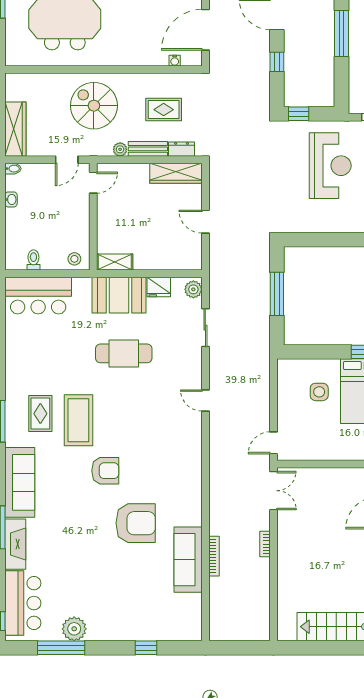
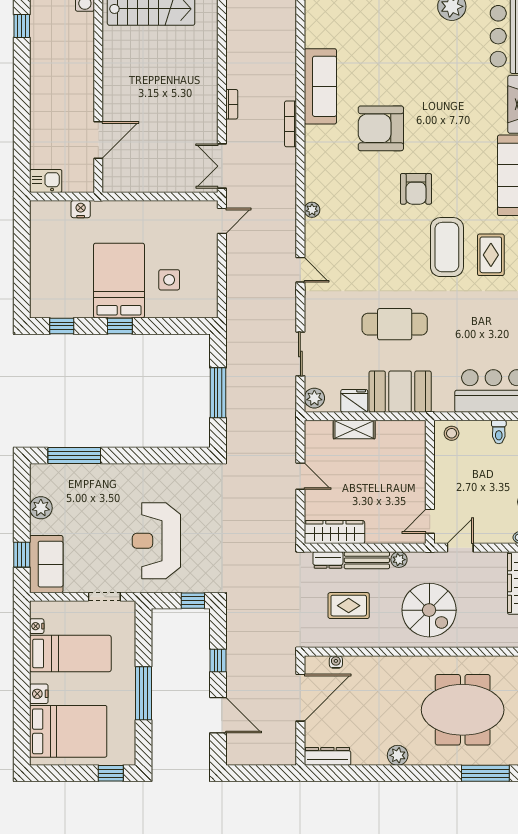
shelving: (115, 262) -> (354, 430), moved
plant: (195, 453) -> (312, 210), added
armchair: (105, 471) -> (416, 189), turned -90
bookcase: (214, 556) -> (291, 124), moved

